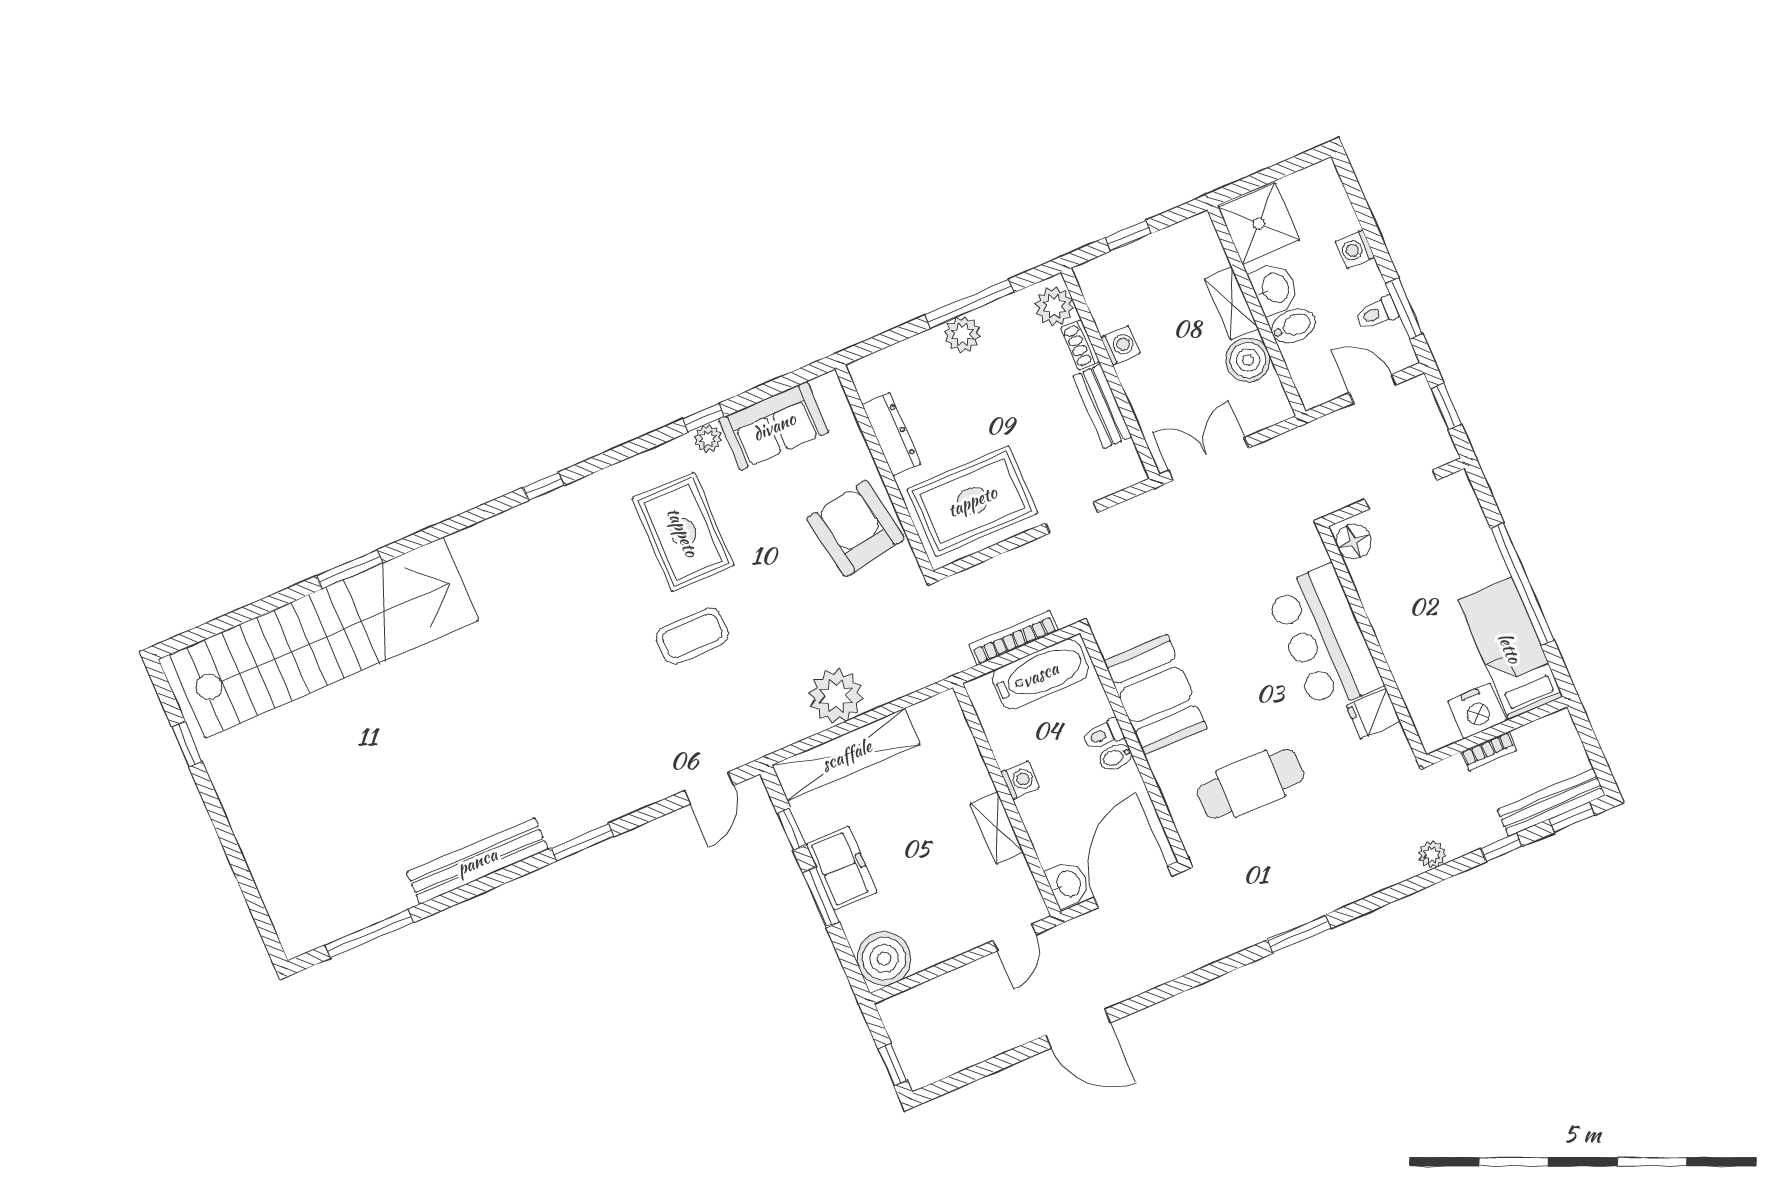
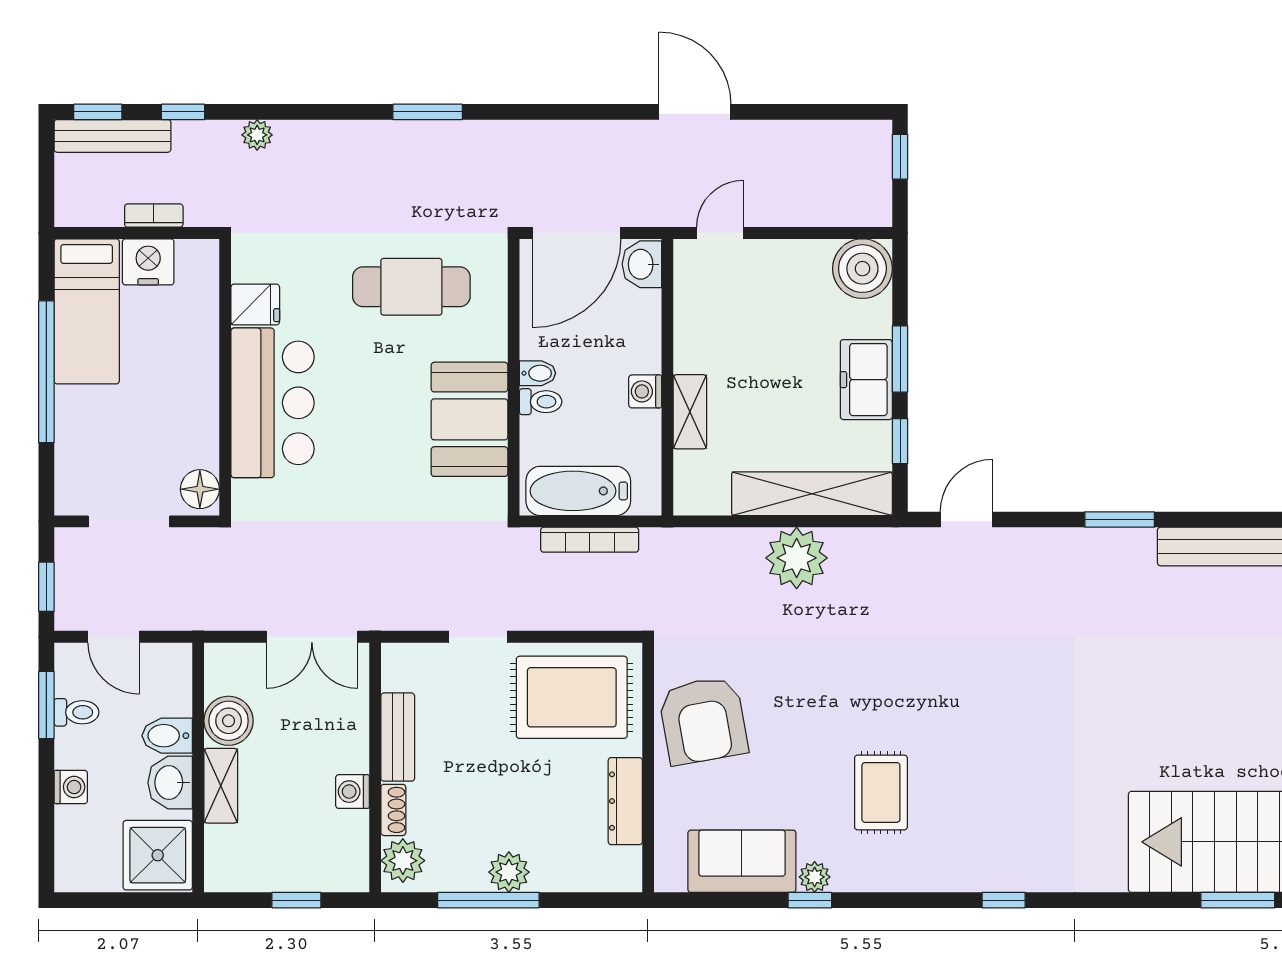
rug: (683, 532) -> (881, 792), width x0.73, depth x0.70
coffee table: (692, 636) -> (917, 682), removed
shelving: (997, 828) -> (690, 412), moved

